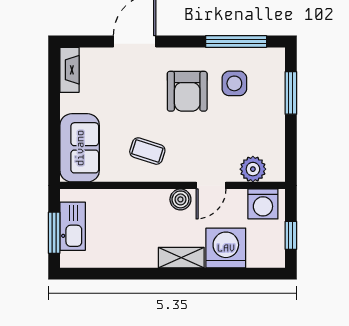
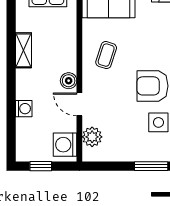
washing machine: (226, 248) -> (24, 109), width x0.53, depth x0.53
shelving: (181, 258) -> (24, 50), moved

